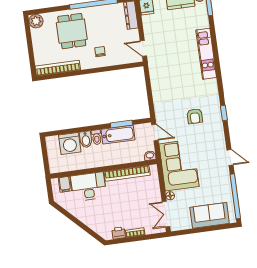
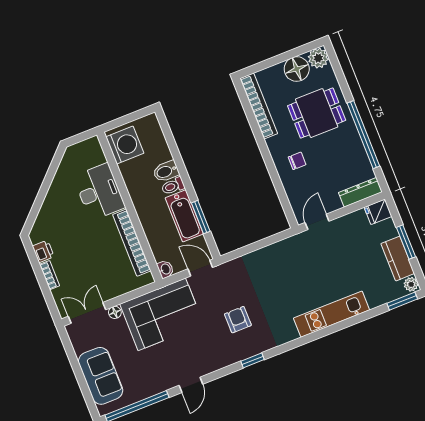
floor lamp: (40, 37) -> (297, 69), added
armchair: (195, 116) -> (238, 320), turned 90
door: (155, 133) -> (200, 268), swing flipped
washing machine: (70, 144) -> (125, 145), moved, turned 180
filing cabinet: (65, 184) -> (94, 157), removed

